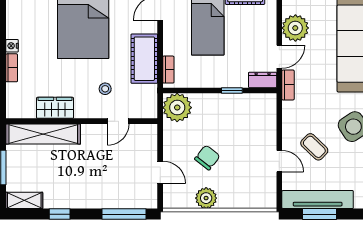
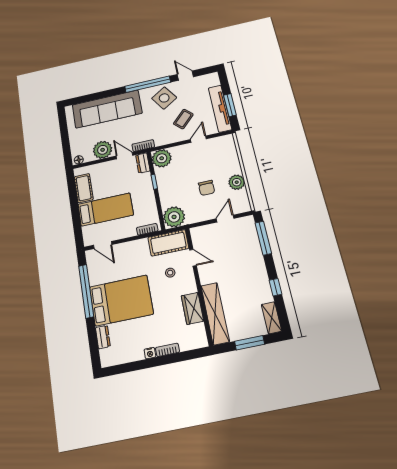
cot: (144, 59) -> (168, 243), moved
plant: (263, 107) -> (162, 158), added
chair: (207, 158) -> (207, 188), turned -128

